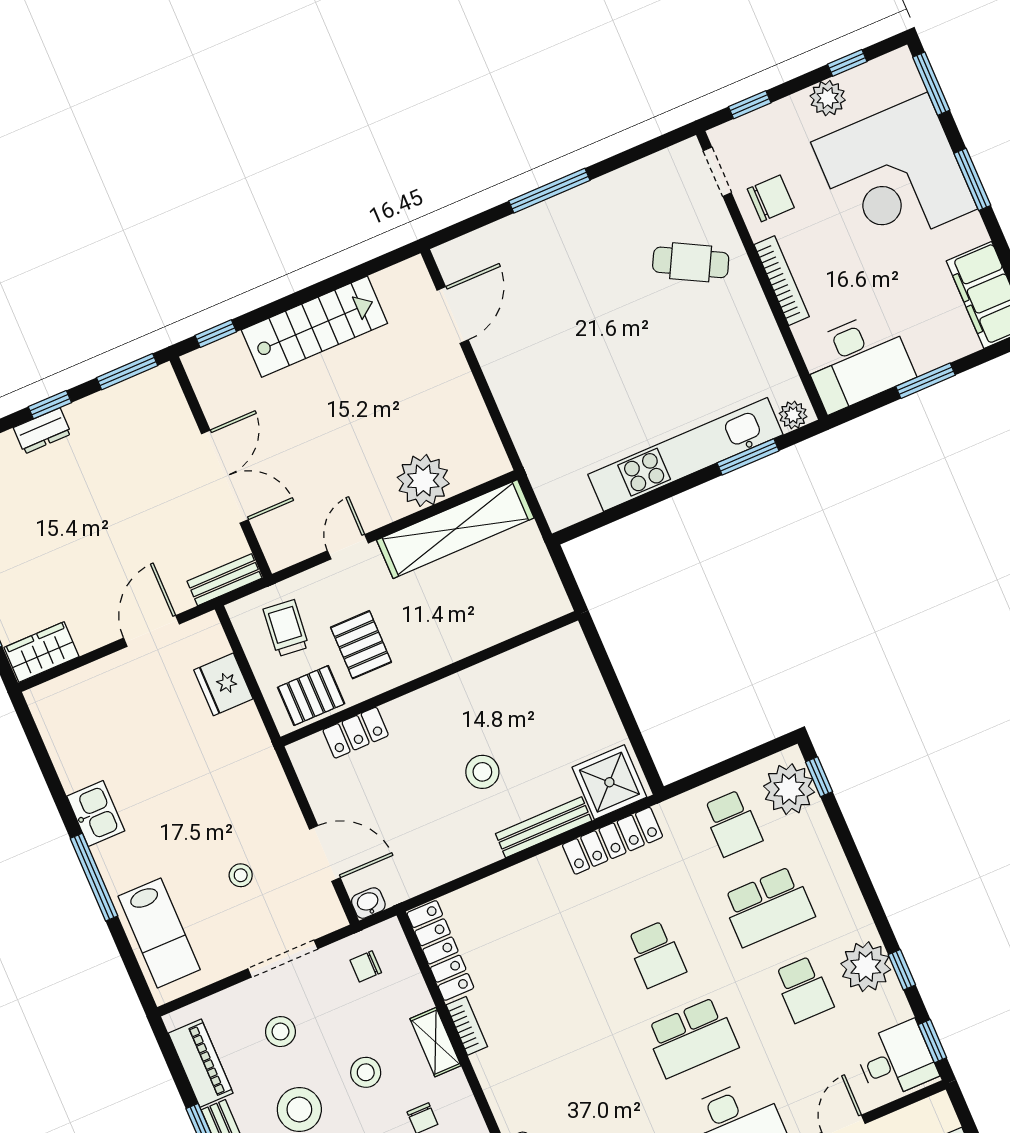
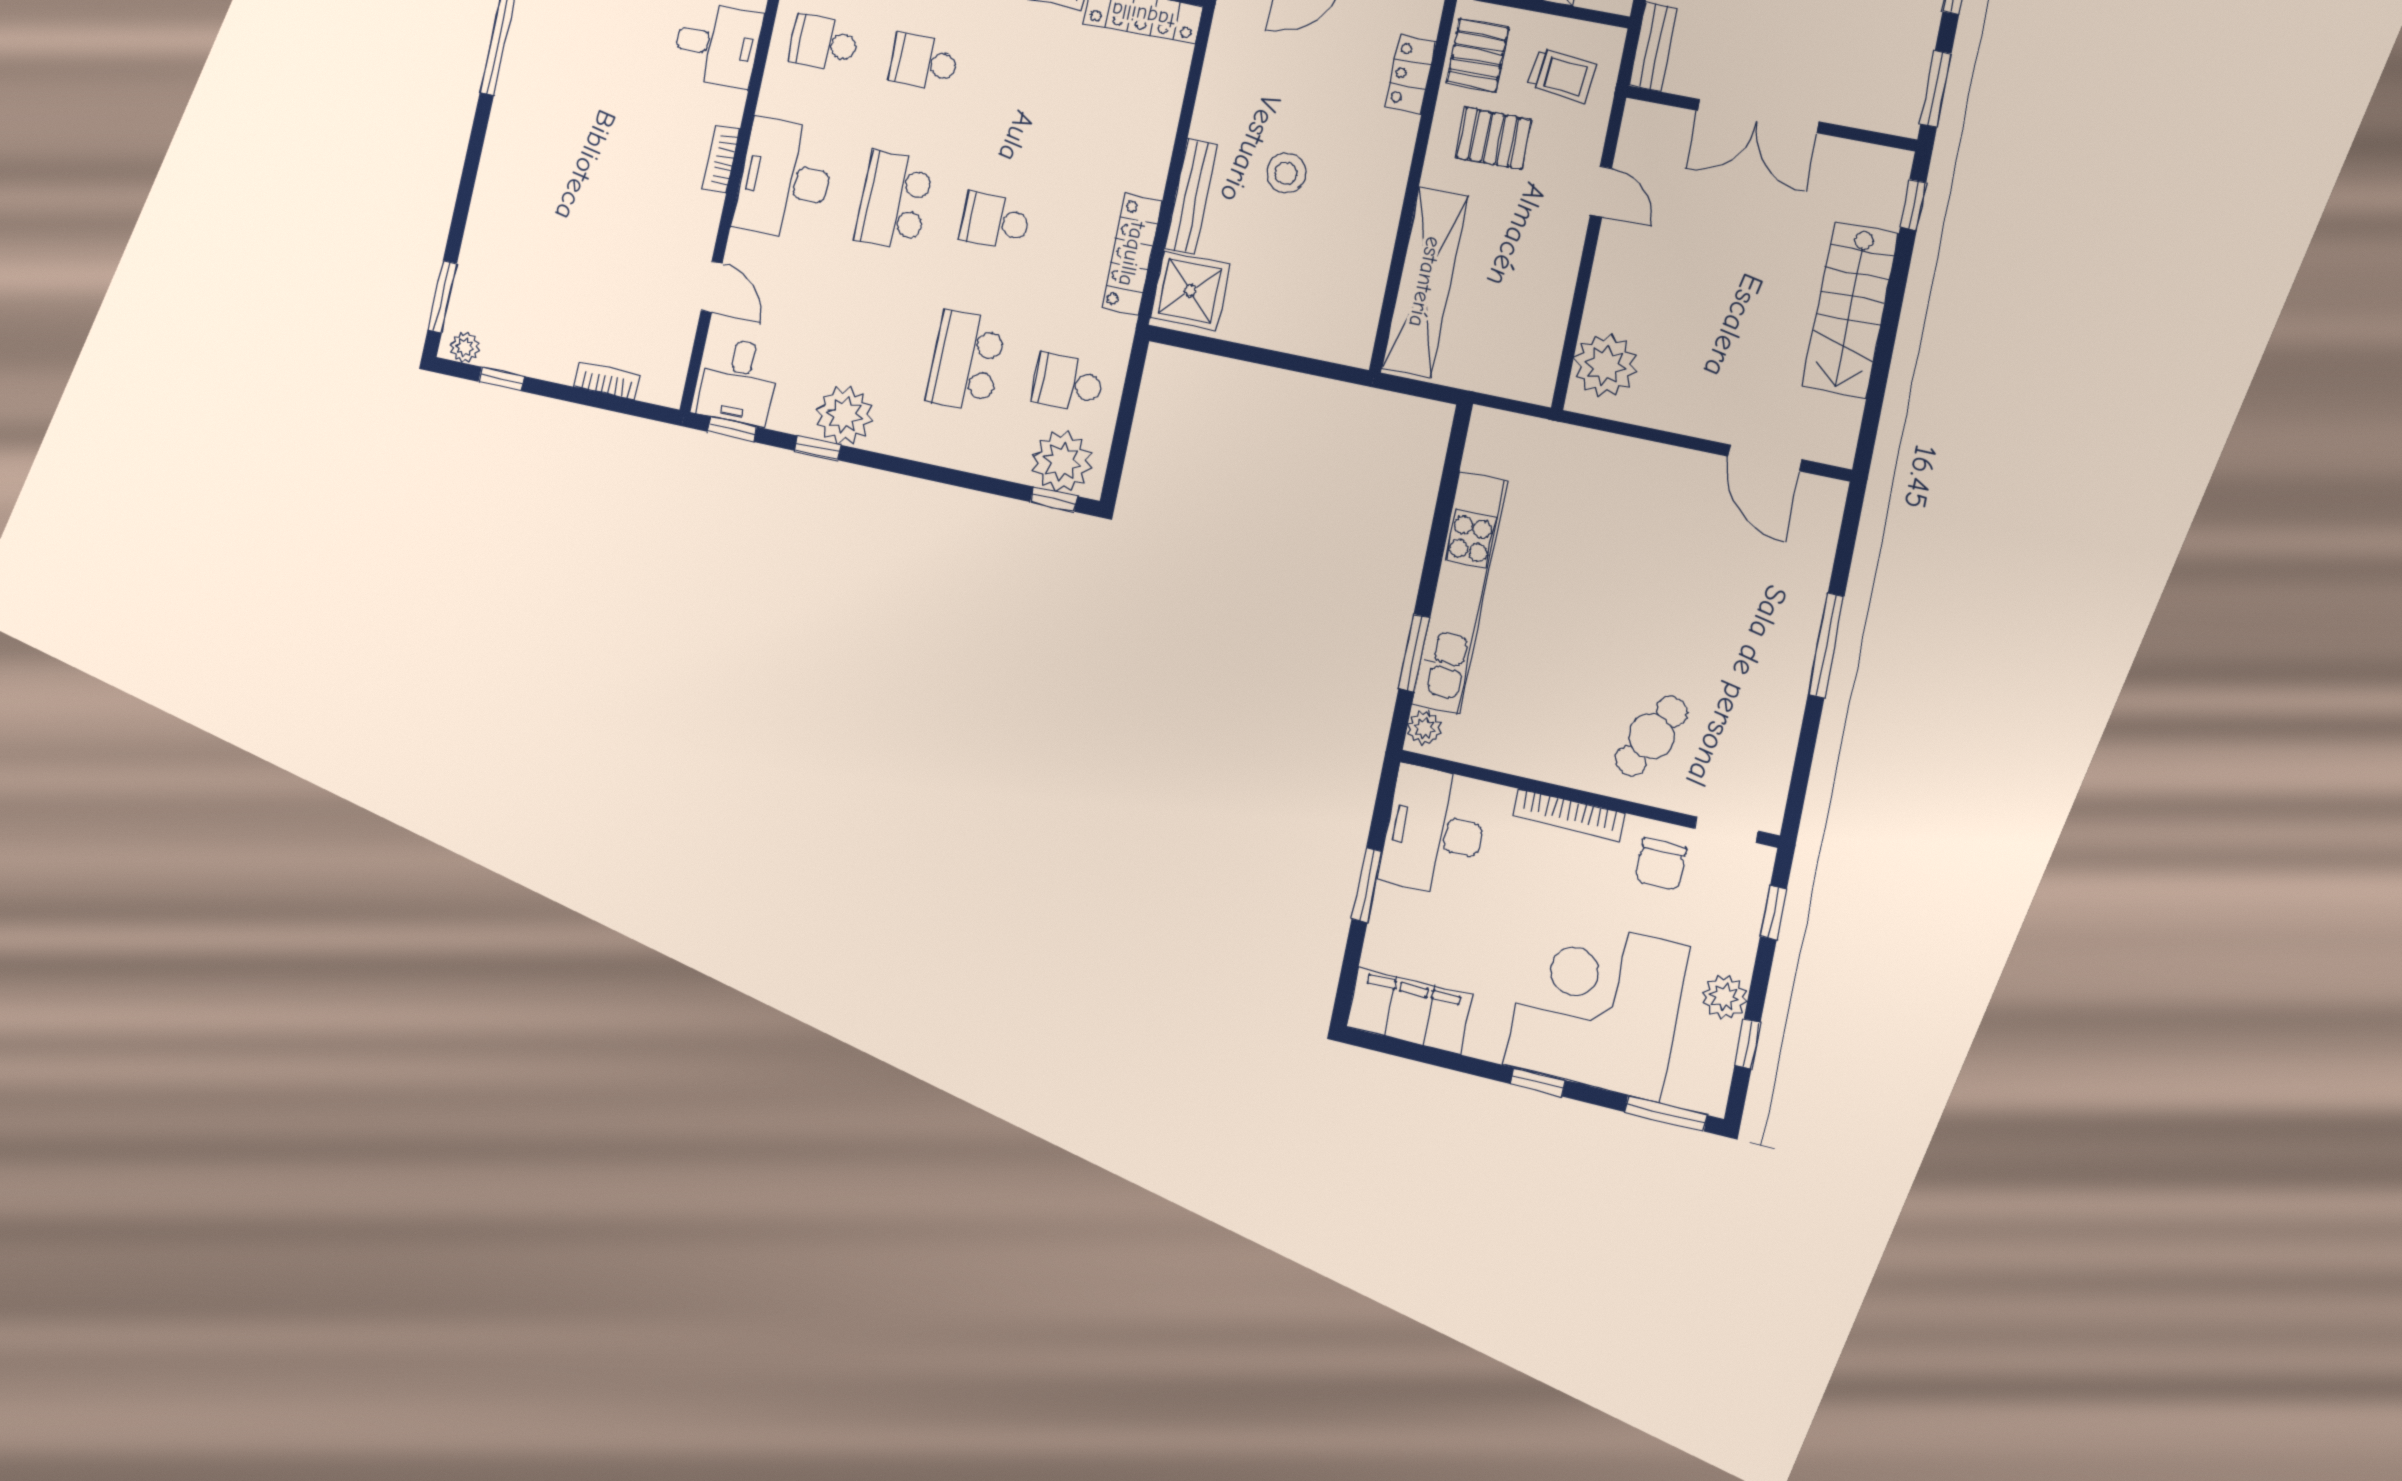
window: (972, 179) -> (1538, 1082), width x0.67
plant: (423, 480) -> (1605, 365), moved
shelving: (455, 529) -> (1425, 282), moved
school desk: (804, 989) -> (924, 62), moved

